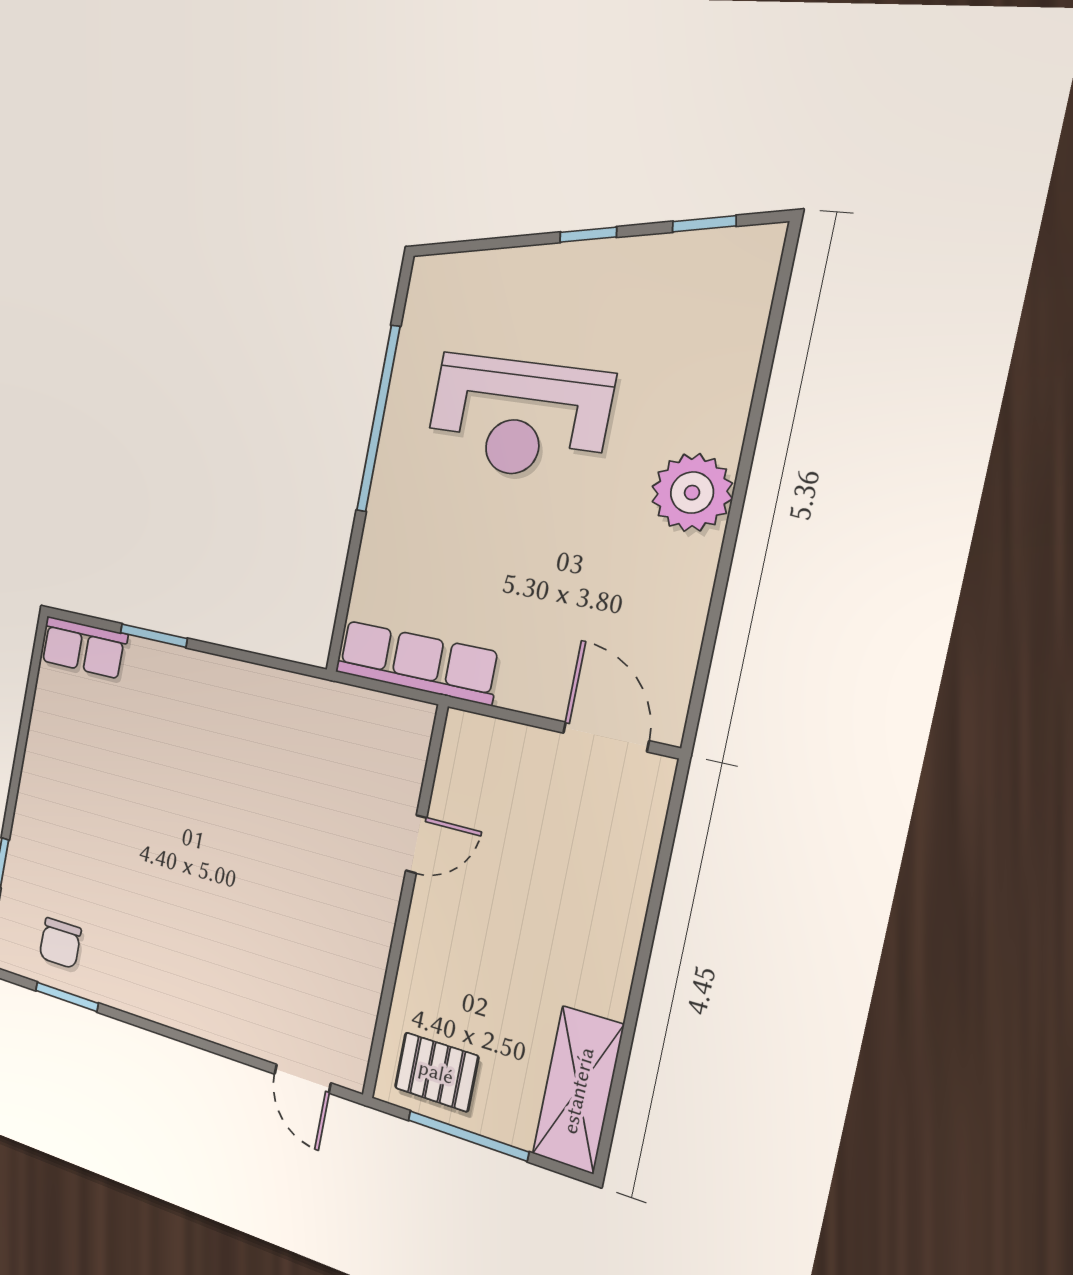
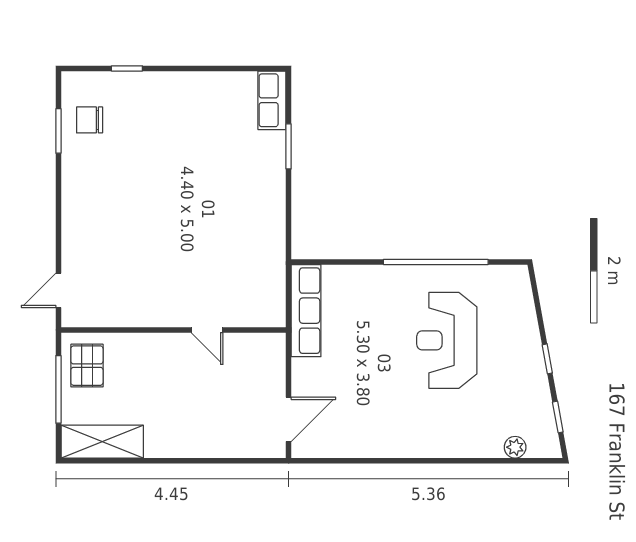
plant: (692, 493) -> (515, 447), moved, width x0.53, depth x0.53

